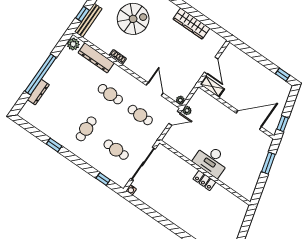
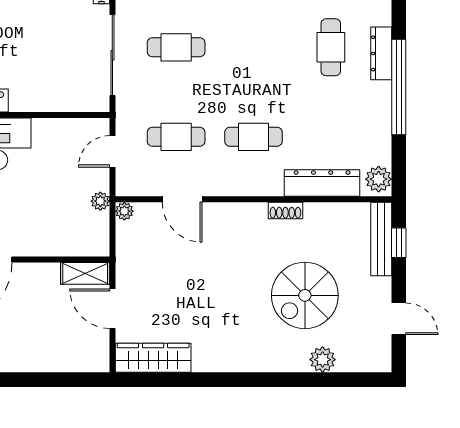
wardrobe: (191, 24) -> (153, 358), moved
door: (175, 118) -> (112, 151), moved
cafe table: (86, 129) -> (331, 47), moved

